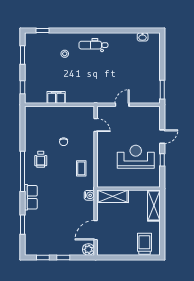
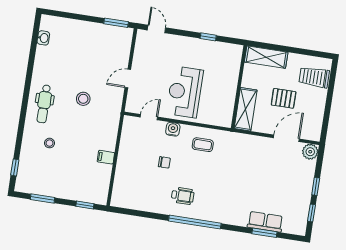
stool: (102, 74) -> (83, 99), added
filing cabinet: (56, 97) -> (106, 157), width x0.50
door: (122, 105) -> (128, 78), hinge flipped
door: (162, 137) -> (156, 29), moved
reception desk: (136, 157) -> (185, 92), moved
water cooler: (89, 195) -> (173, 129), moved
row of seats: (31, 197) -> (265, 222), moved
pallet: (125, 223) -> (284, 98), added
door: (96, 230) -> (286, 138), swing flipped

